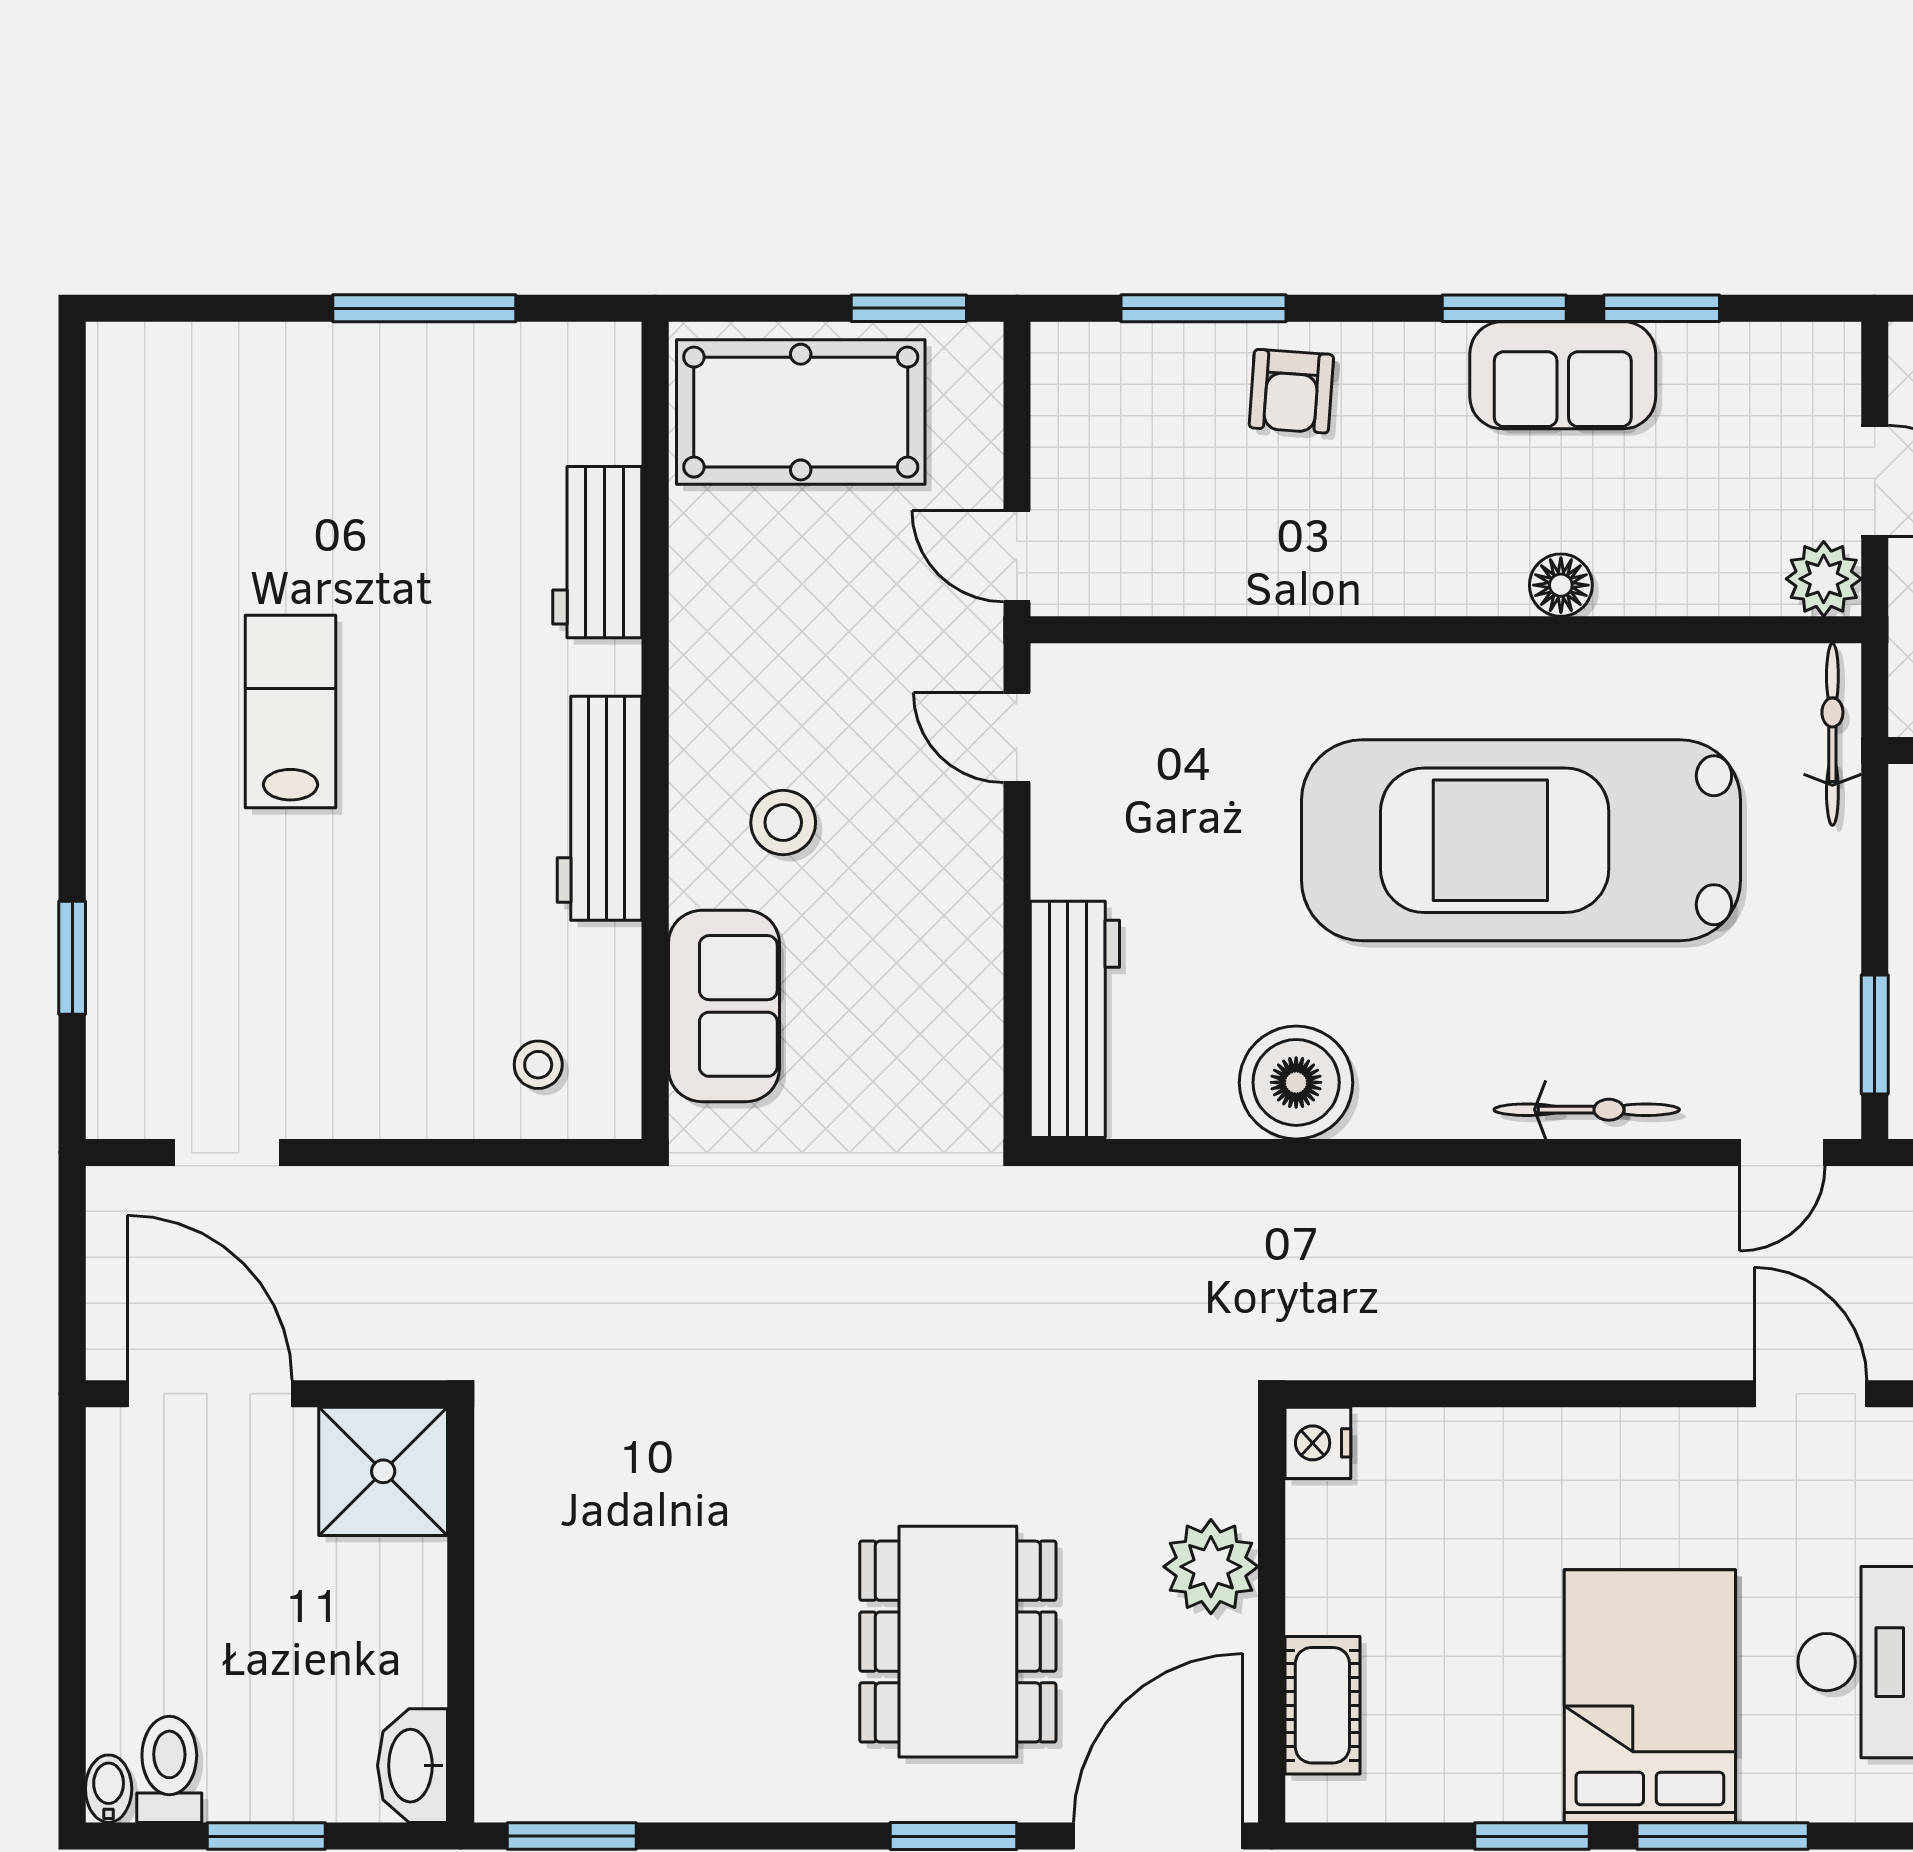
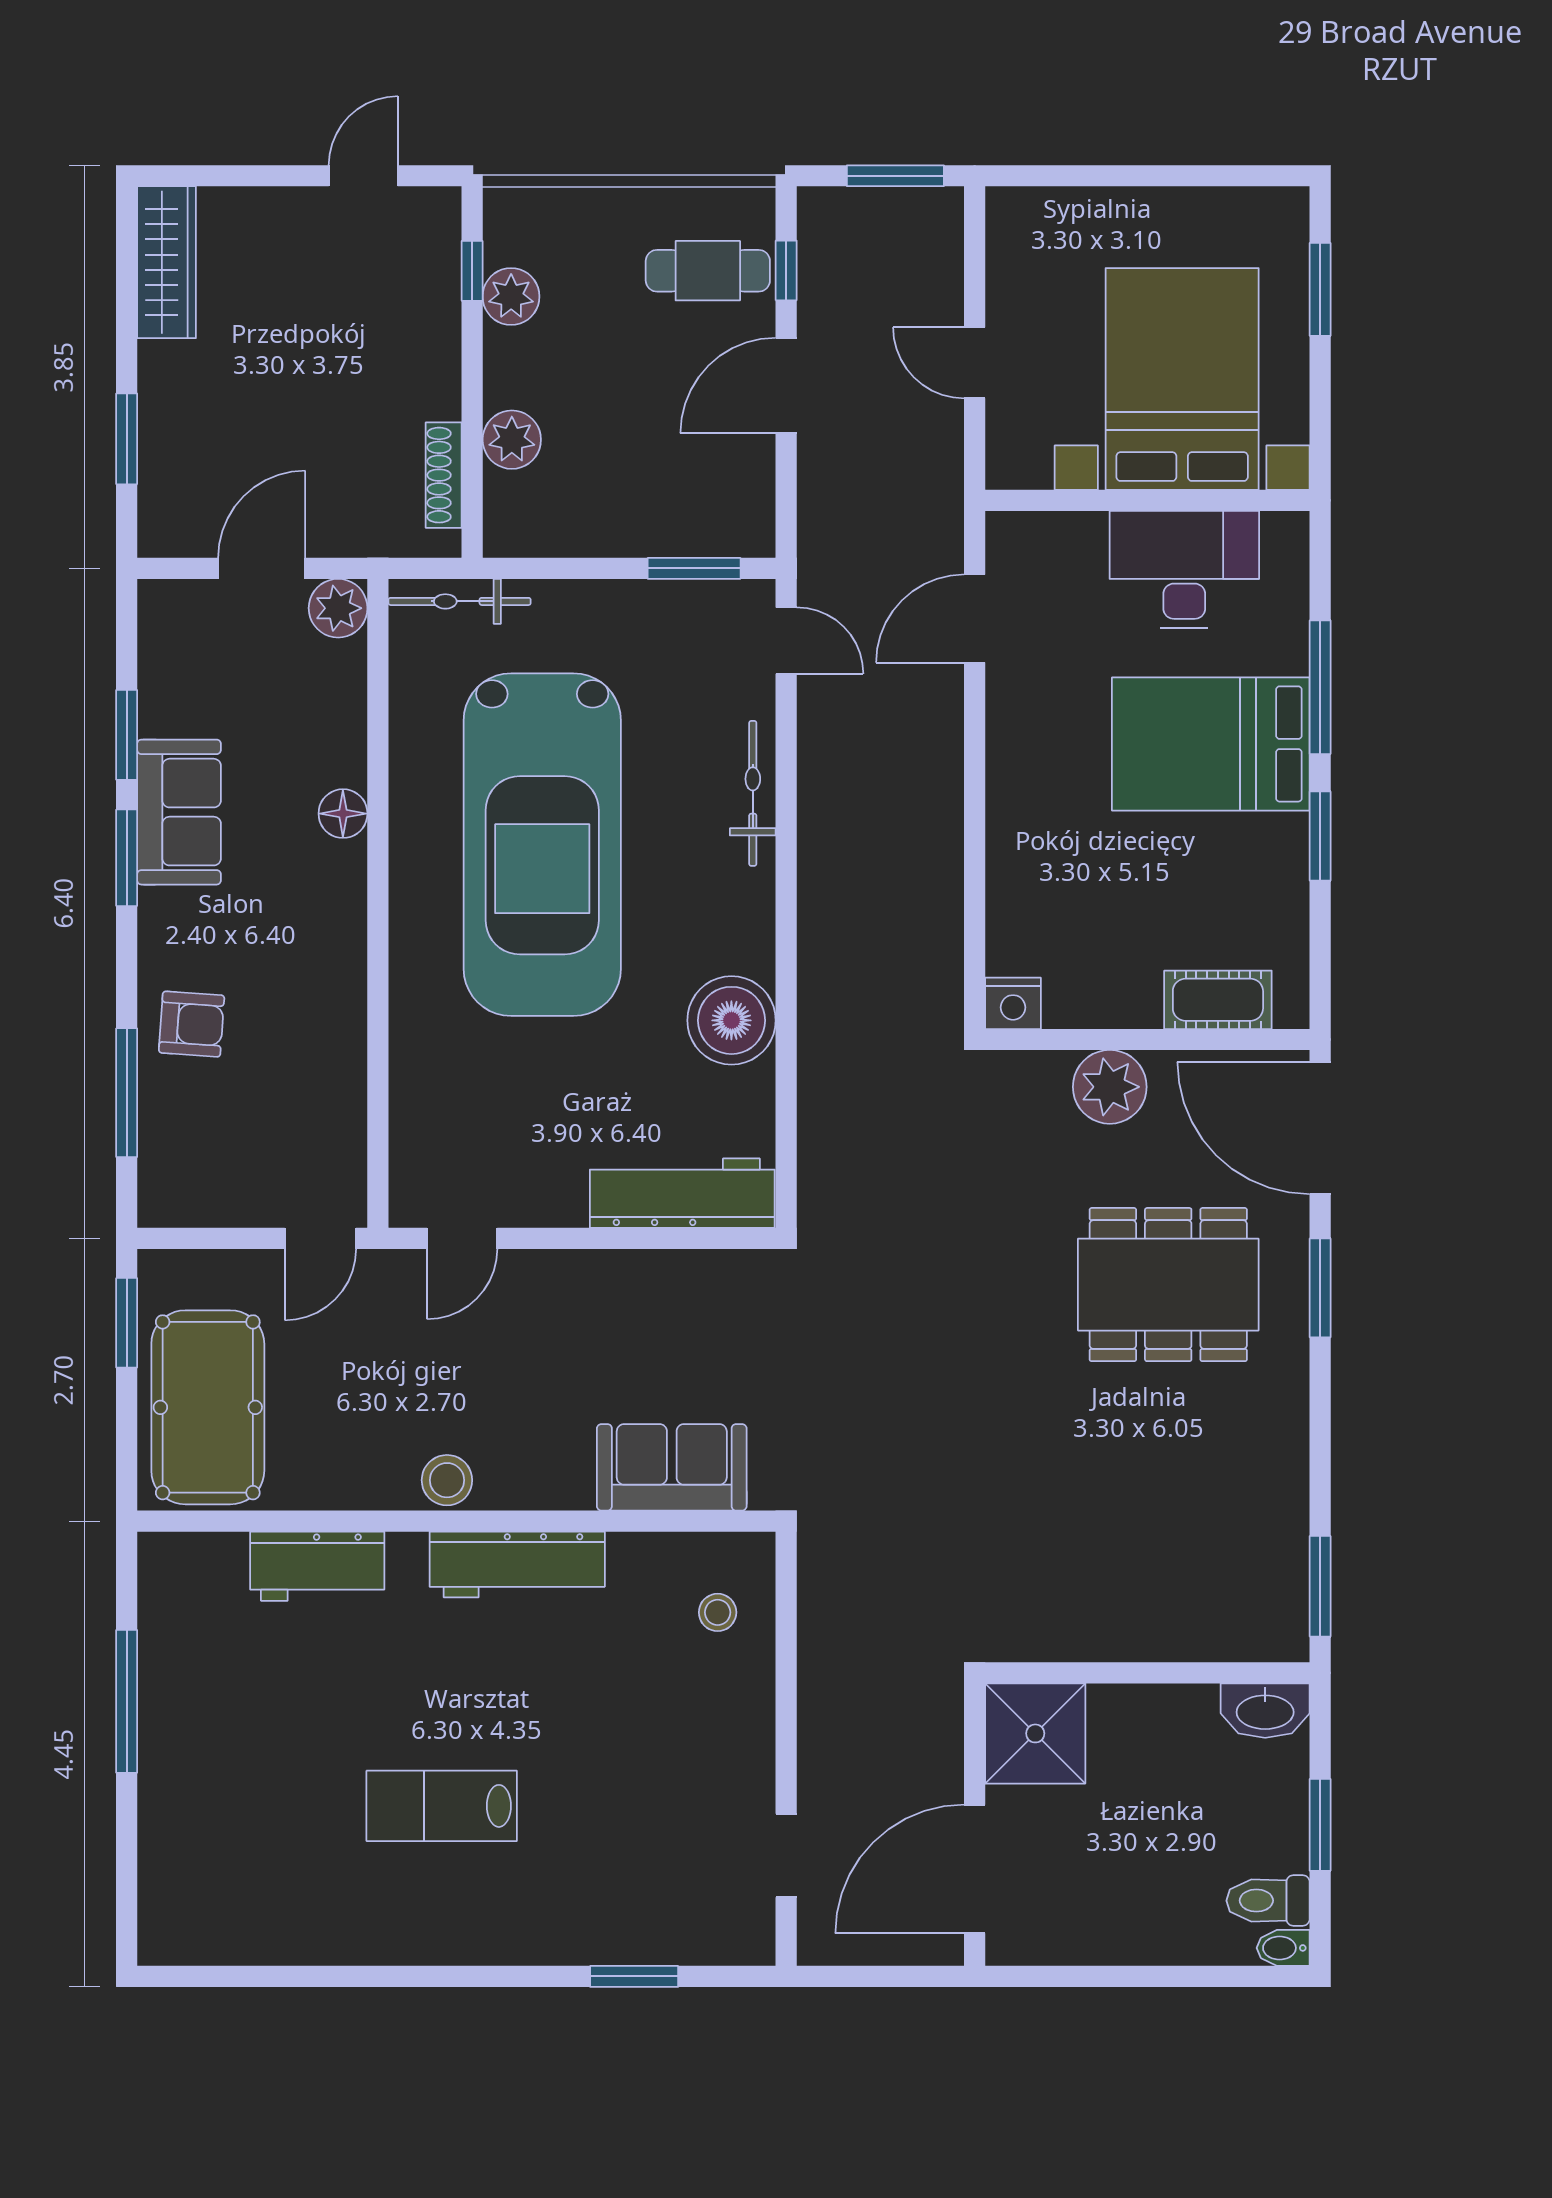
stool: (783, 823) -> (447, 1480), moved

